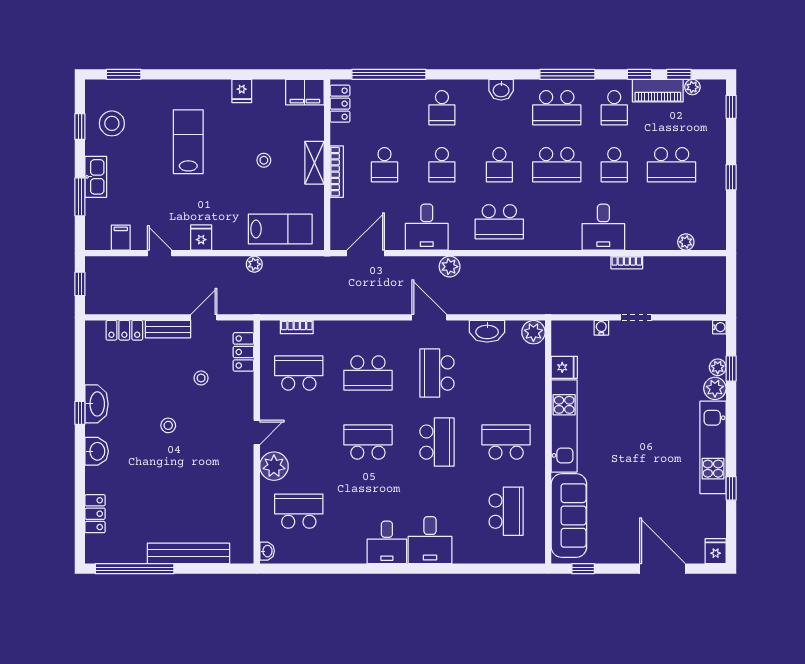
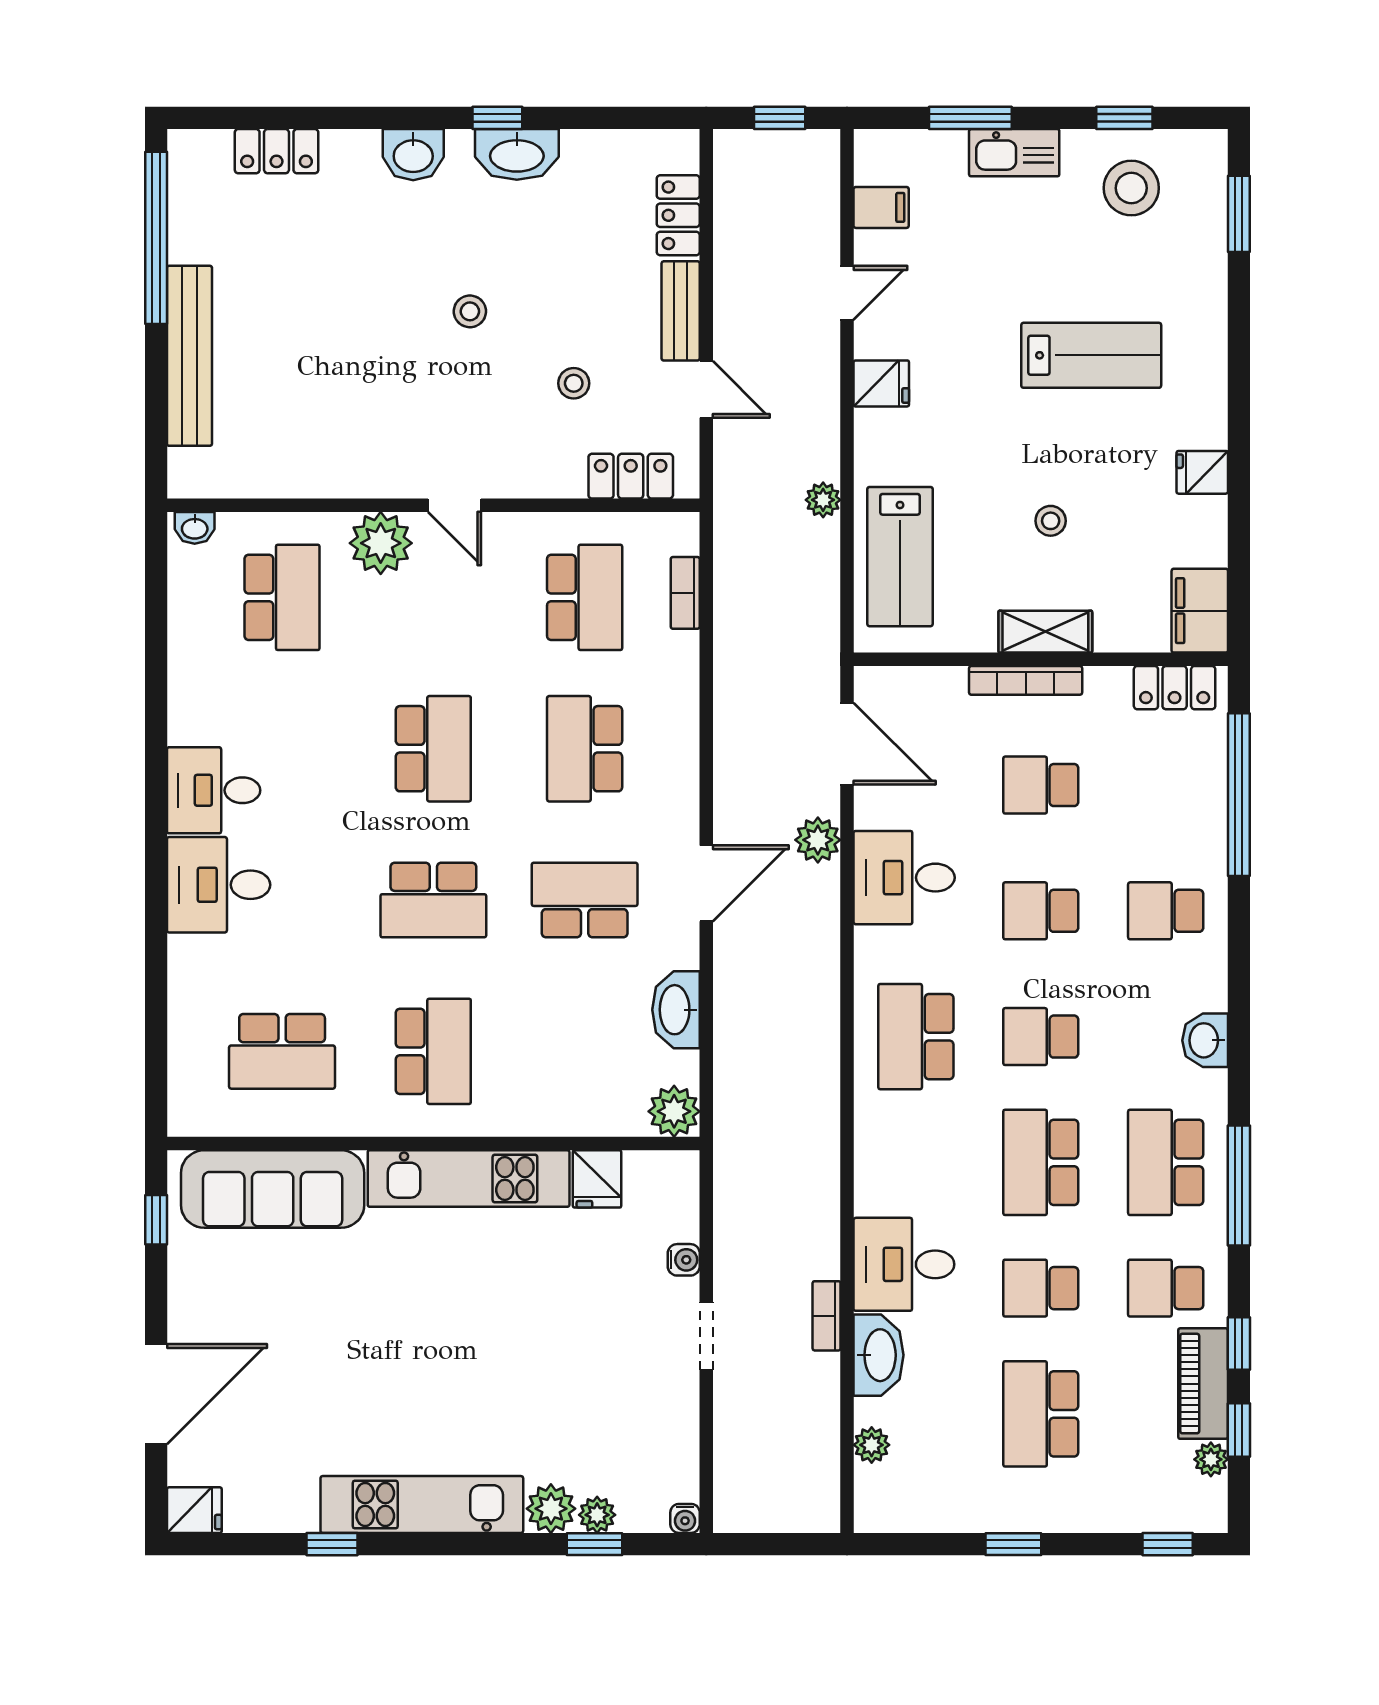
washbasin: (645, 239) -> (879, 1355), added
plant: (450, 267) -> (818, 840), moved

